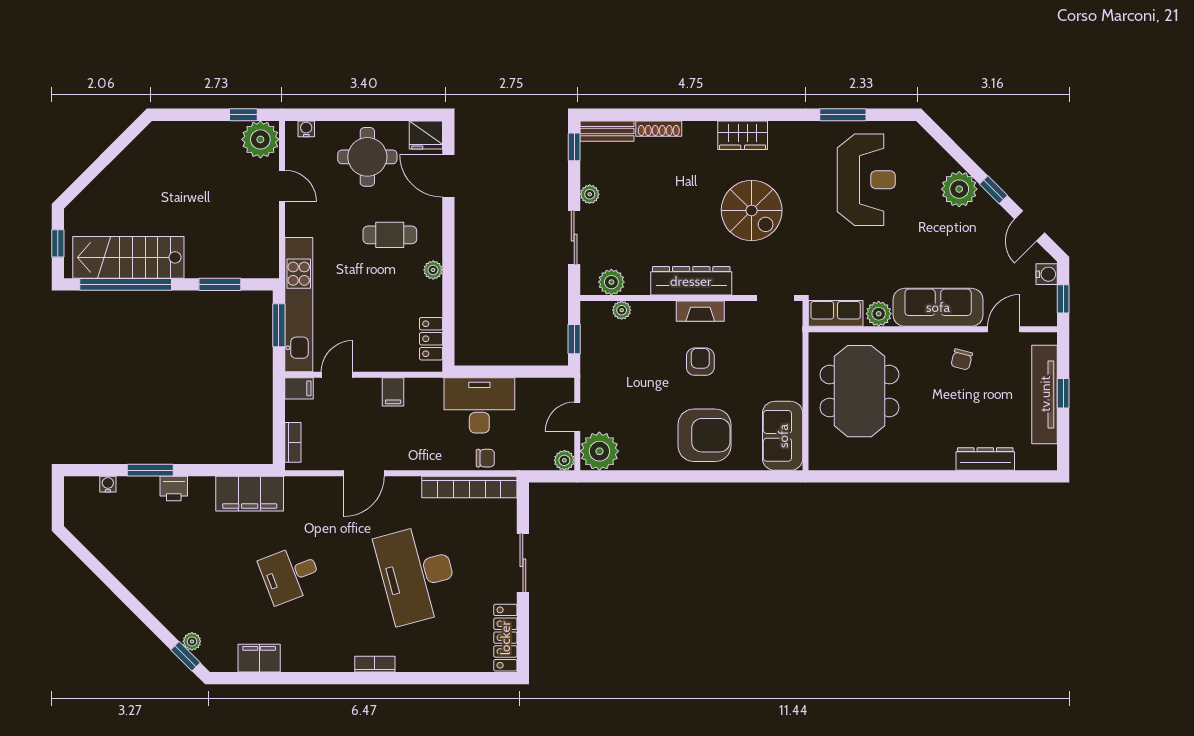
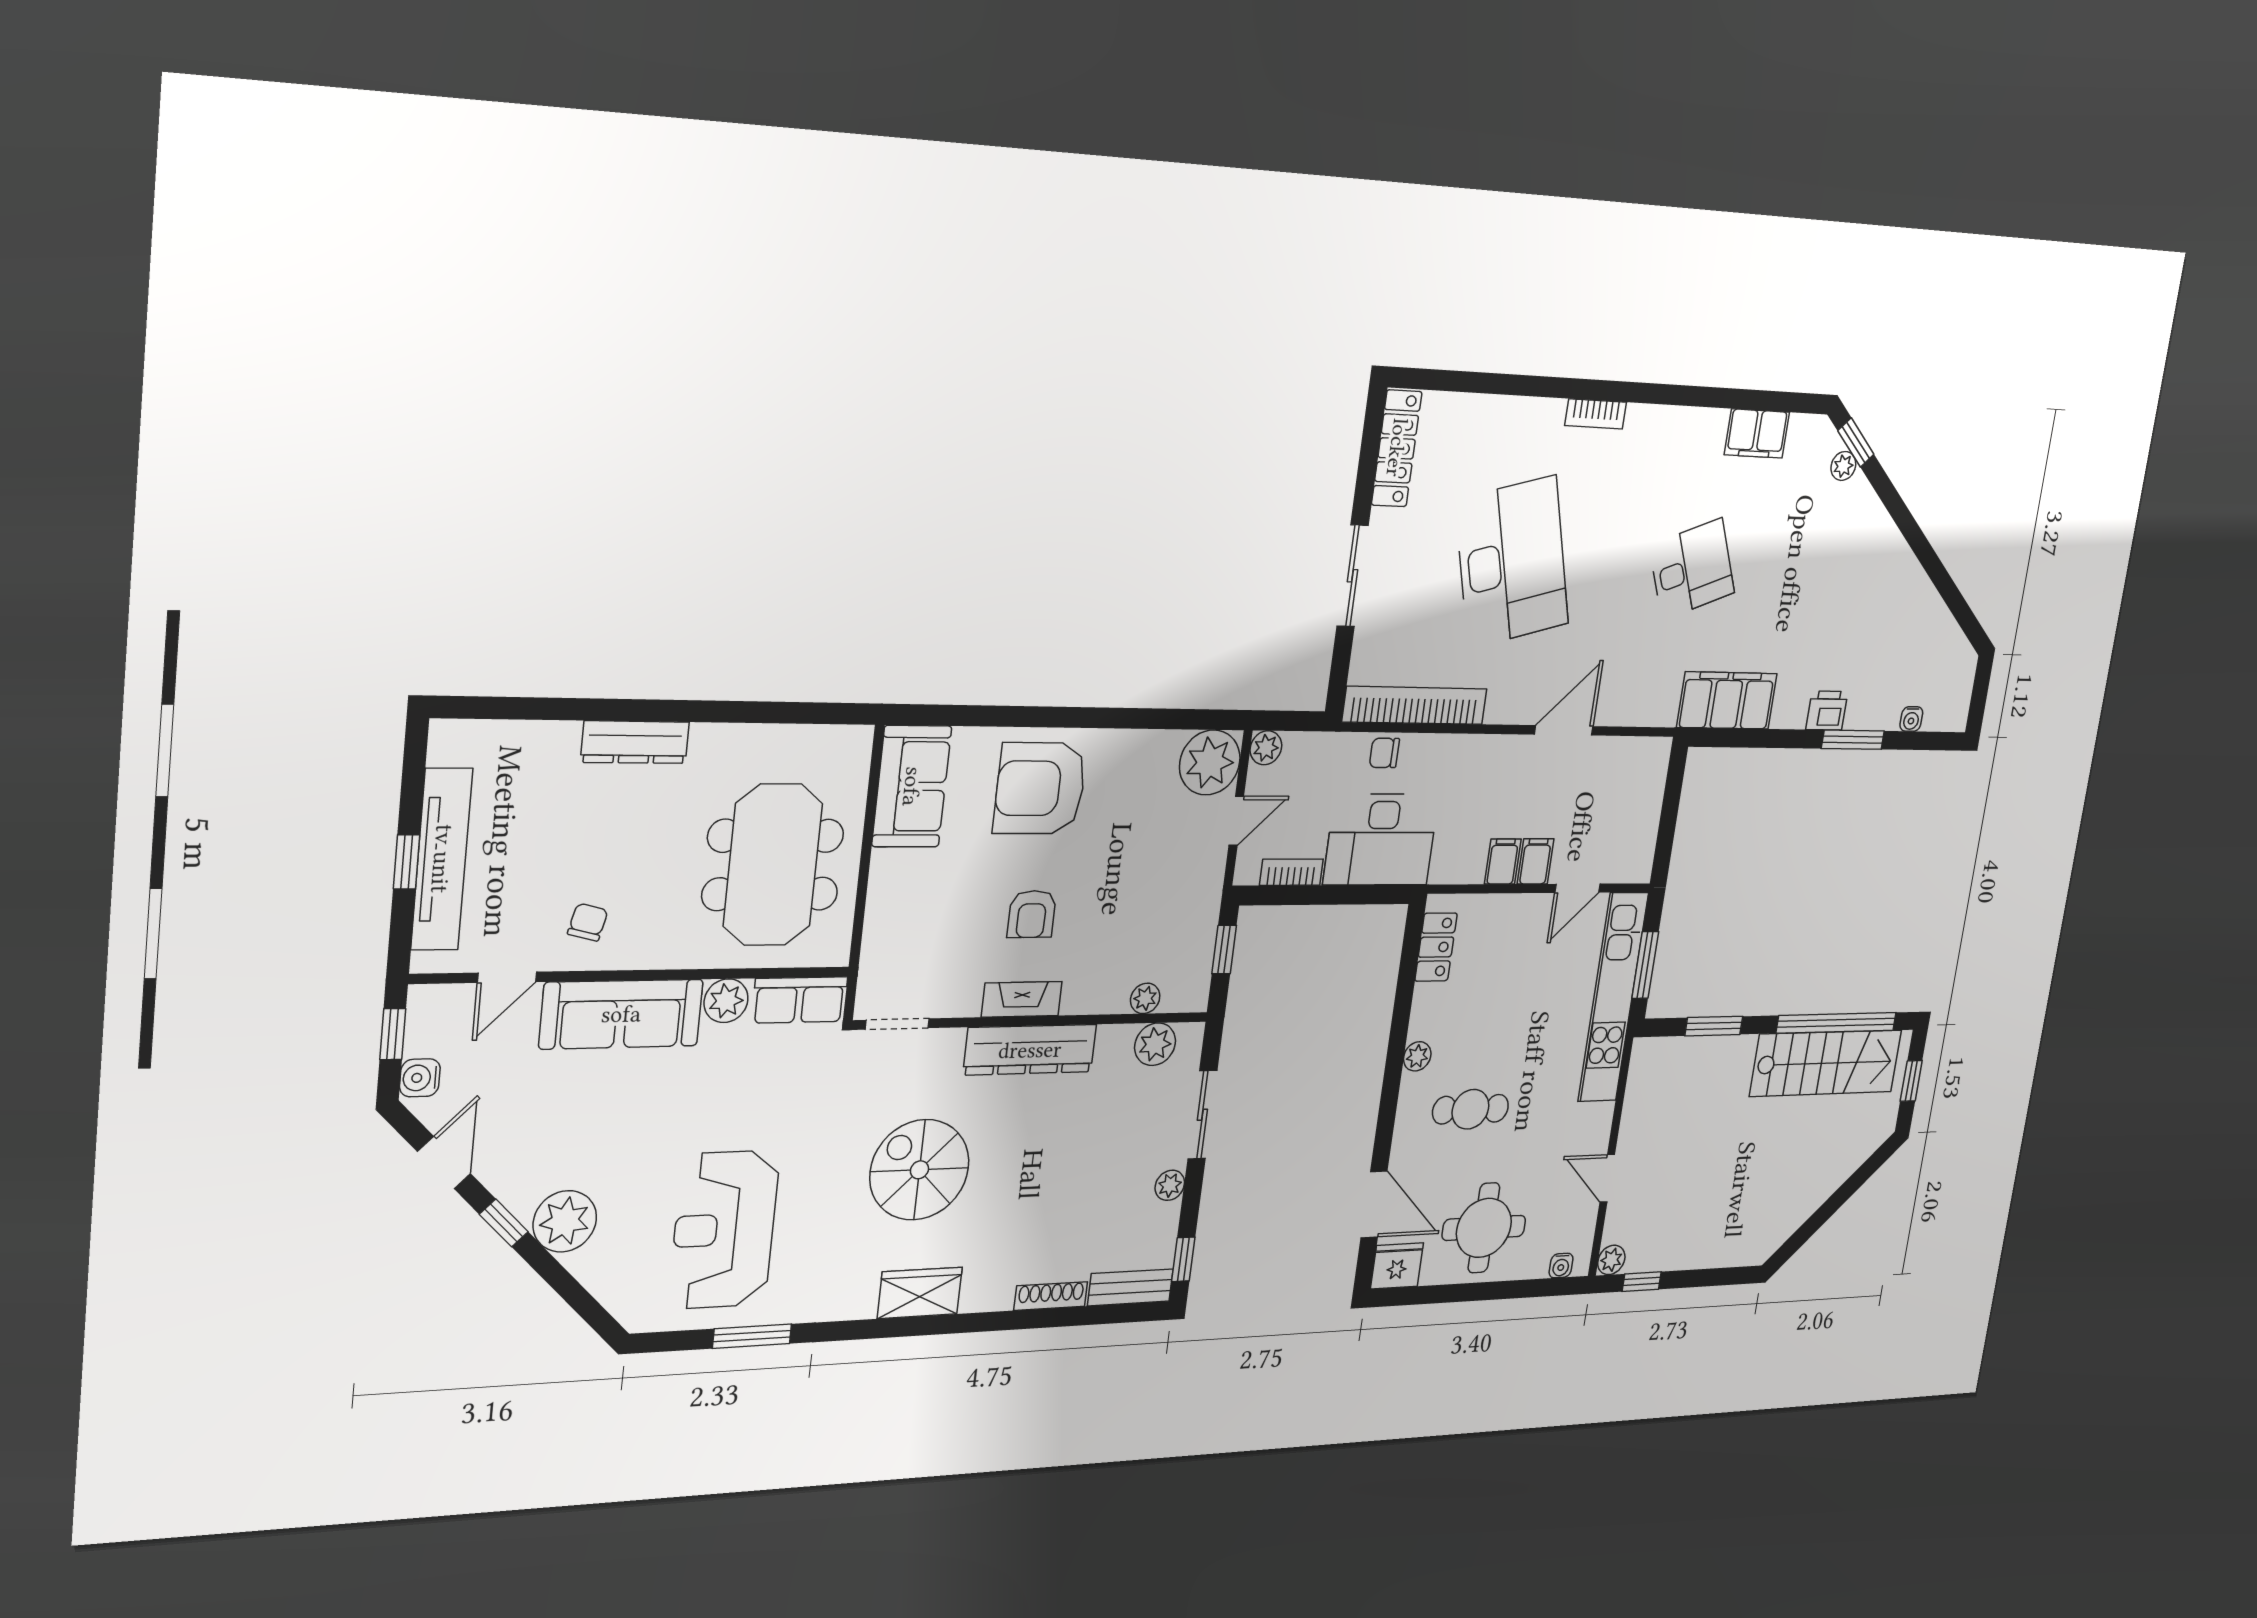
plant: (260, 139) -> (1611, 1260), width x0.53, depth x0.53
filing cabinet: (299, 388) -> (1536, 861), moved, turned 90
bookcase: (293, 442) -> (1291, 872), moved, turned 90
dresser: (985, 459) -> (635, 742), moved

